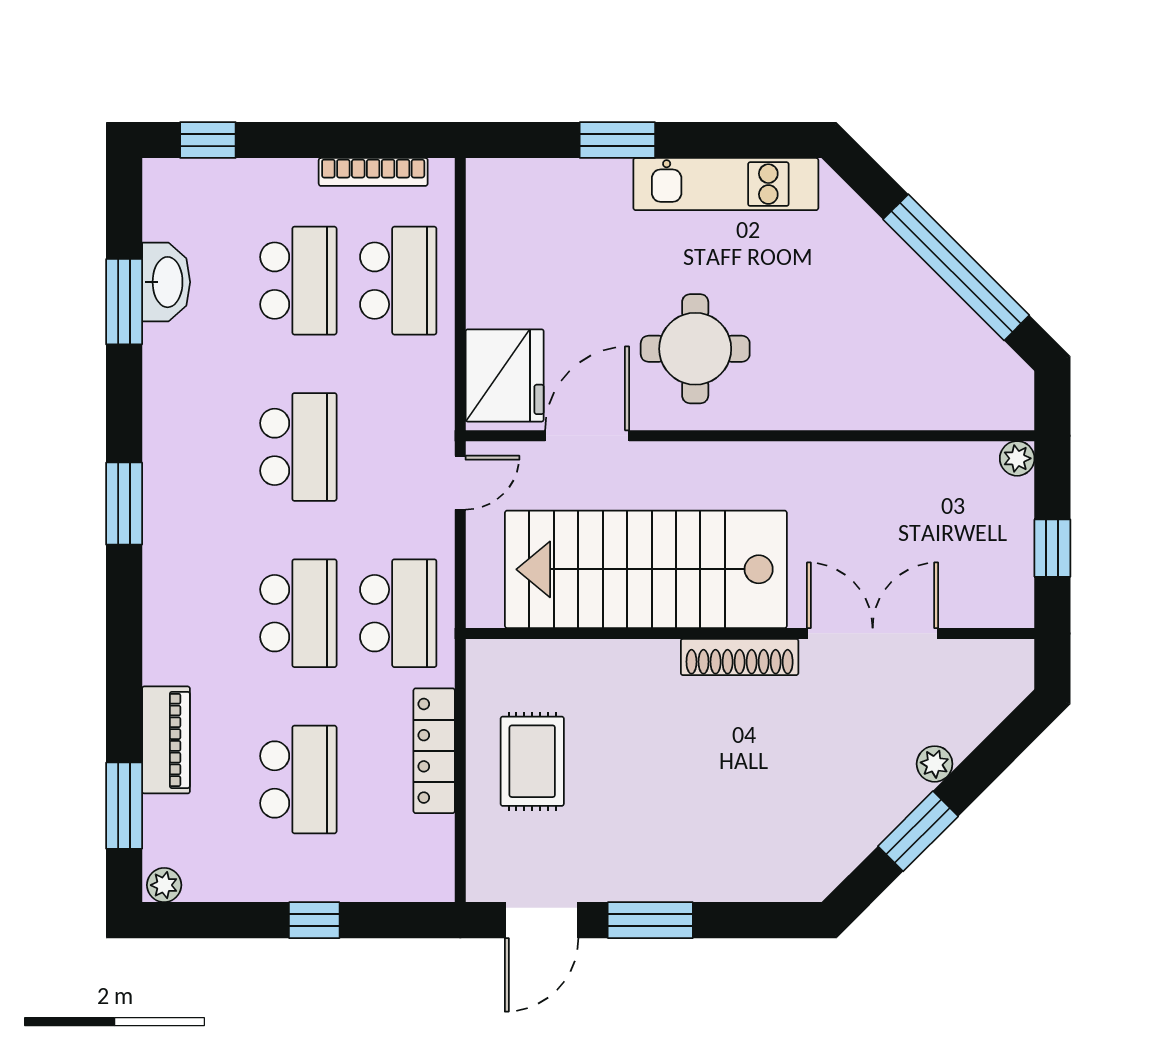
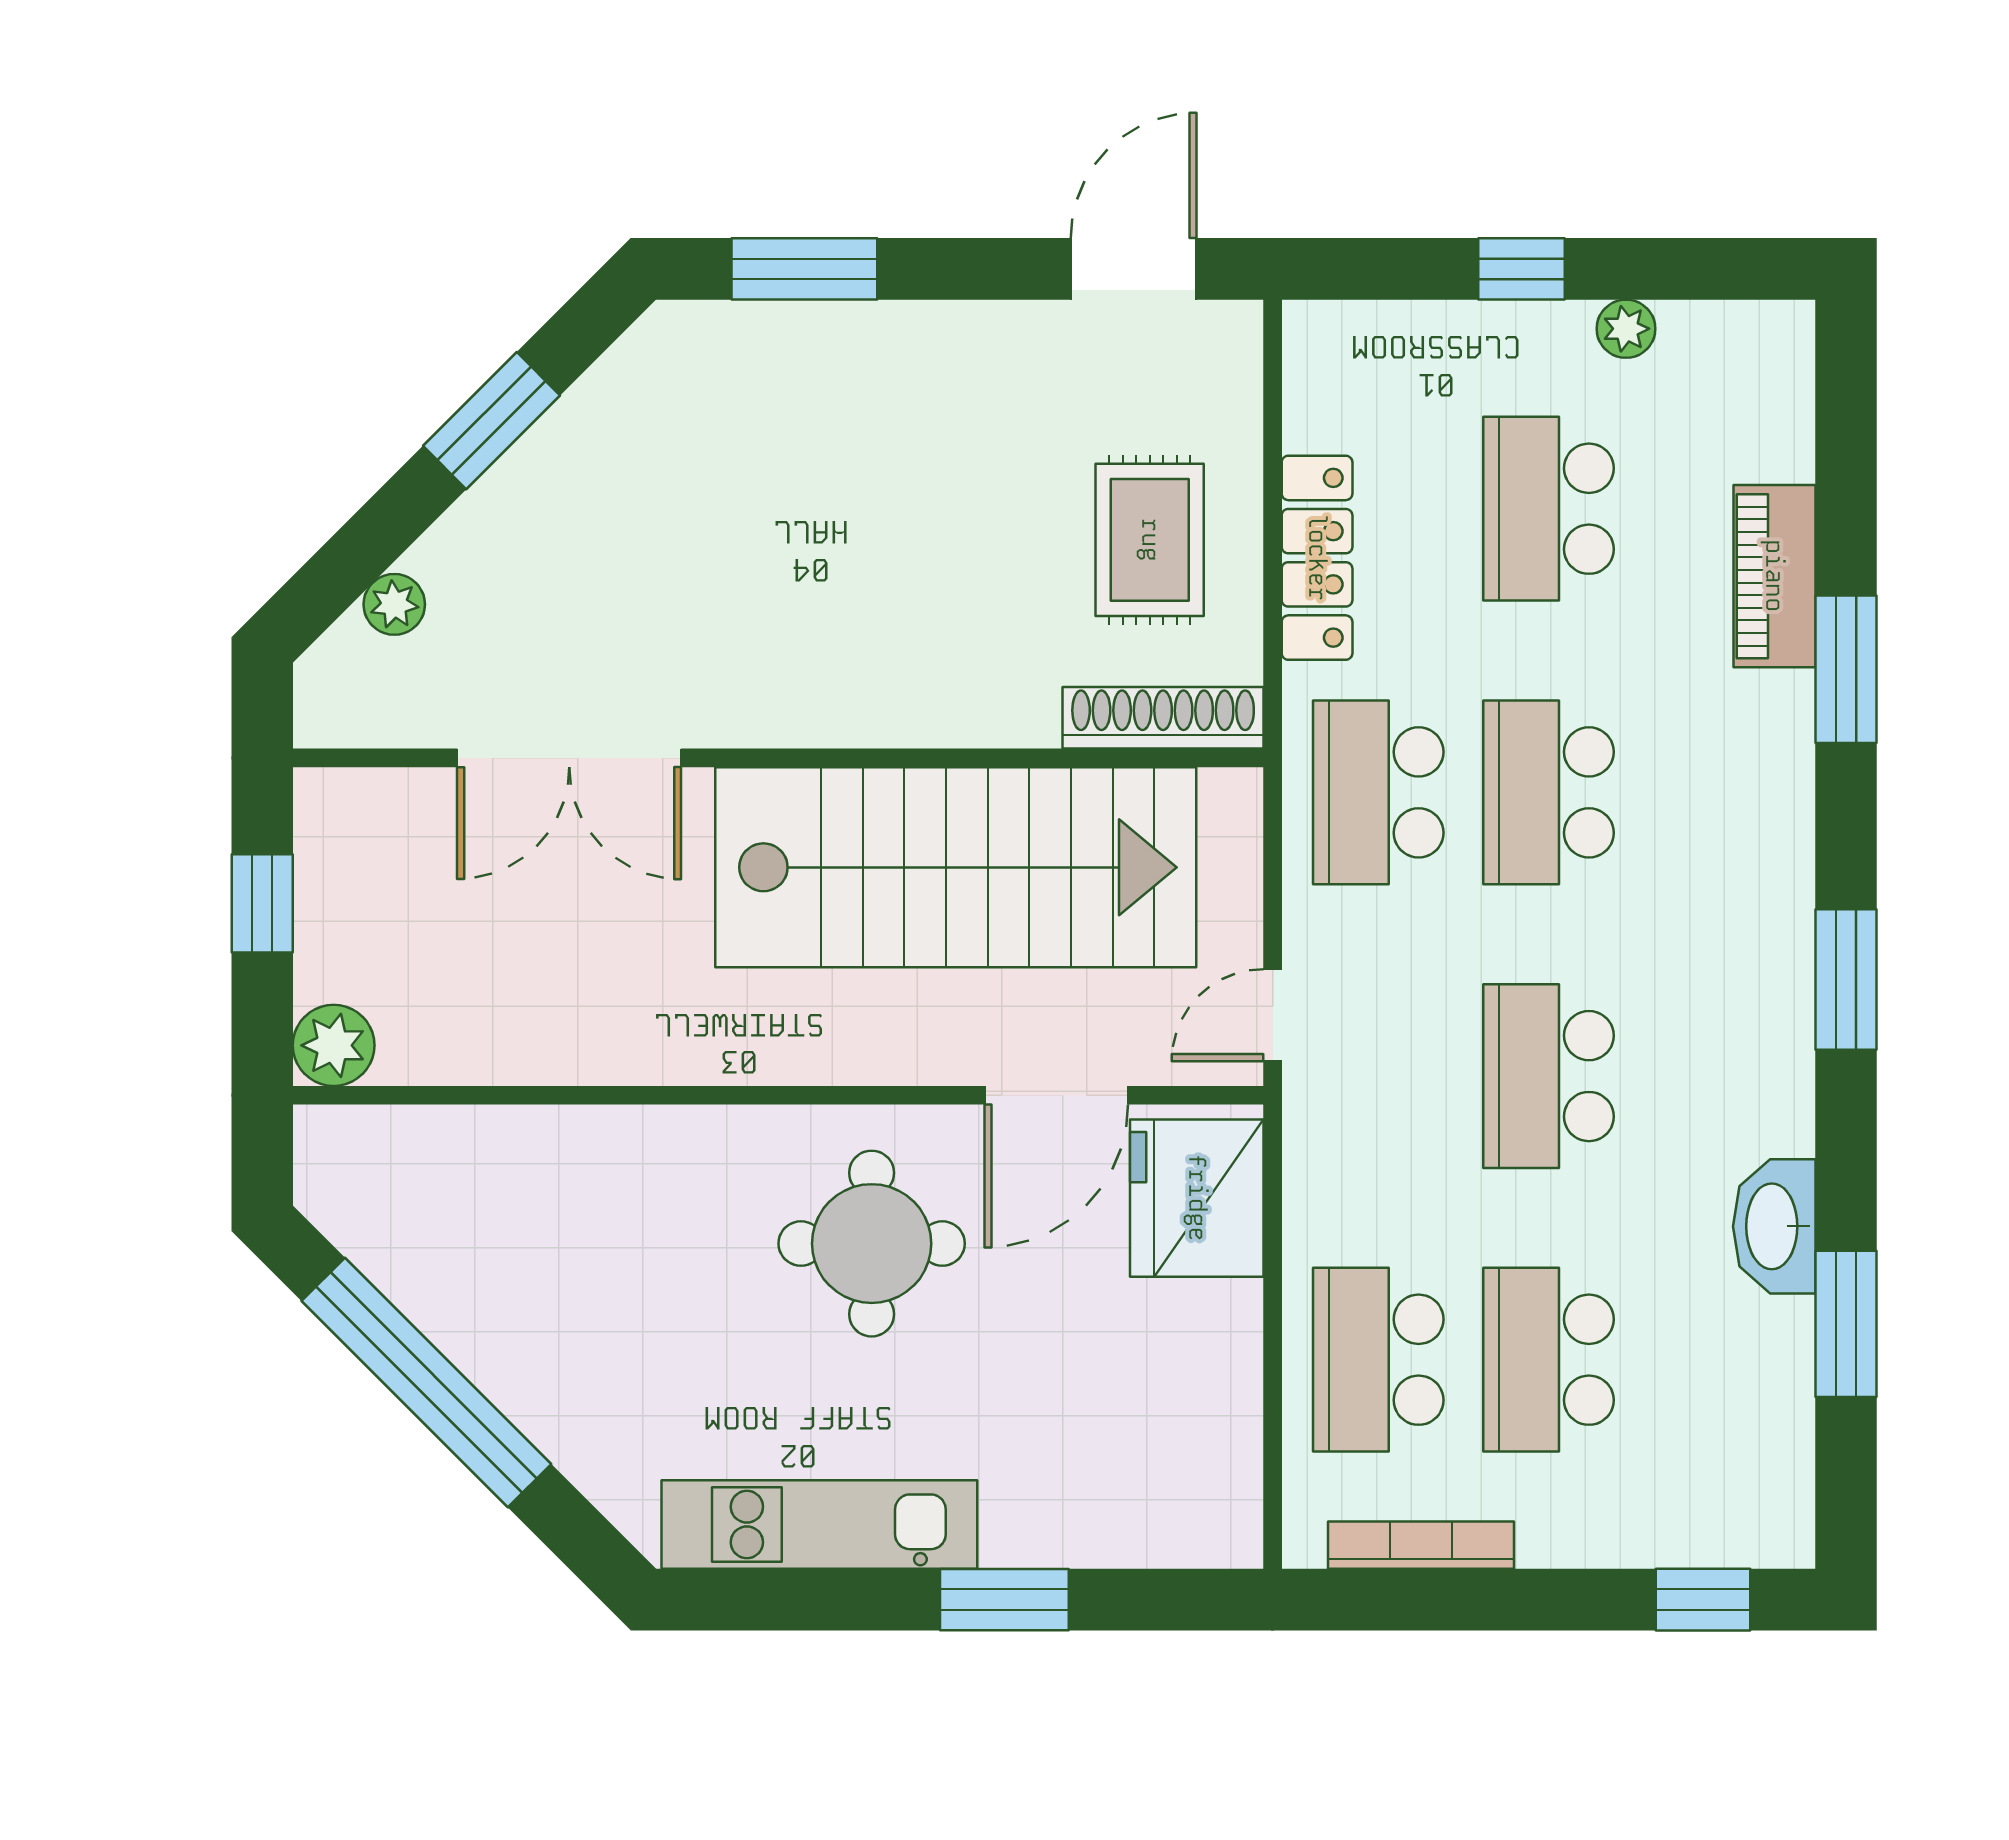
washbasin: (166, 282) -> (1774, 1226), moved
plant: (1017, 458) -> (334, 1045), width x1.38, depth x1.38
shoe rack: (740, 657) -> (1163, 718), moved
plant: (935, 764) -> (394, 604), moved
window: (124, 806) -> (1846, 669), moved
plant: (164, 885) -> (1626, 329), moved
window: (650, 920) -> (804, 269), moved

